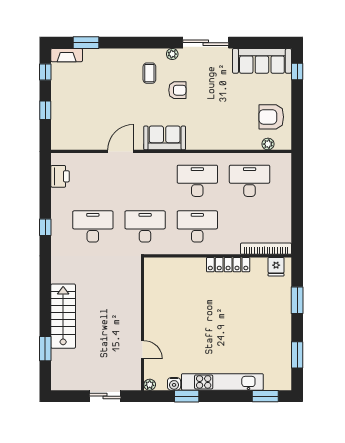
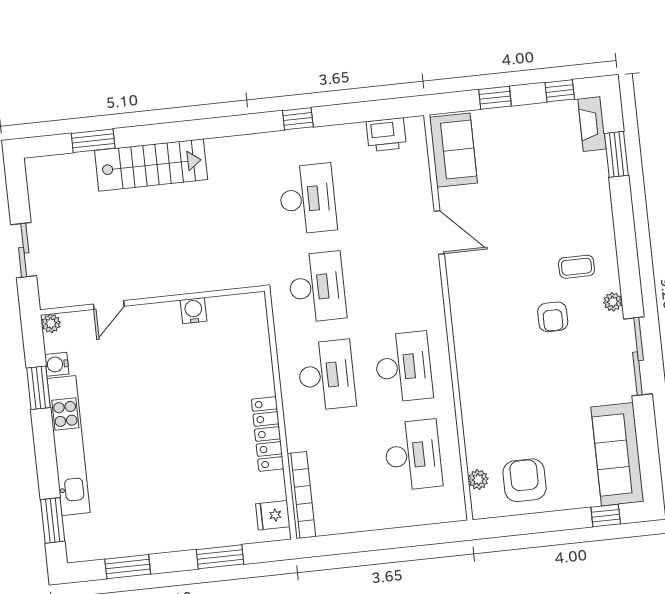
sofa: (165, 138) -> (453, 150), moved
water cooler: (151, 300) -> (193, 311), added

